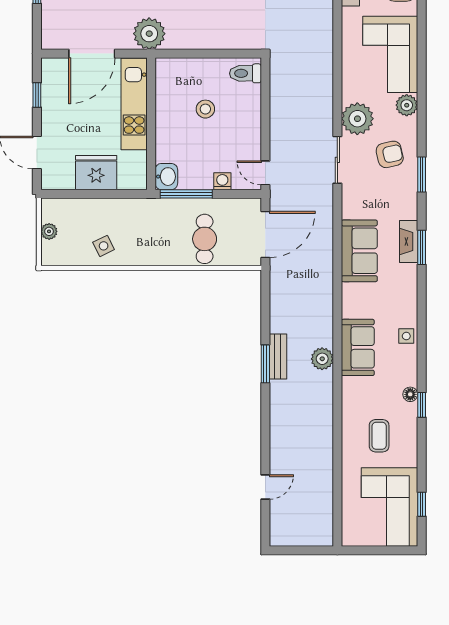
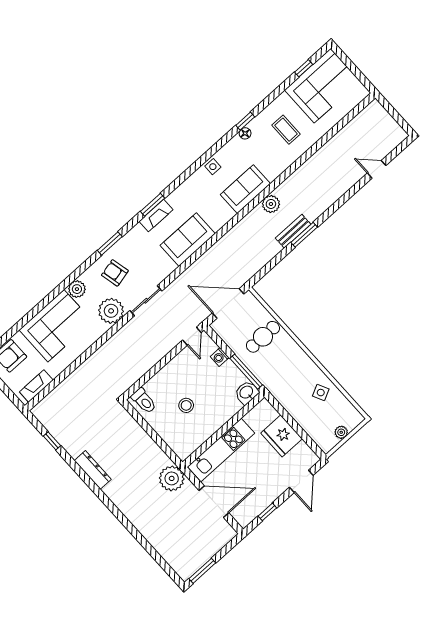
coffee table: (379, 436) -> (286, 130), turned 90

